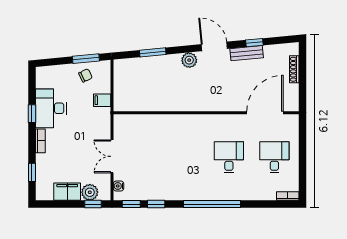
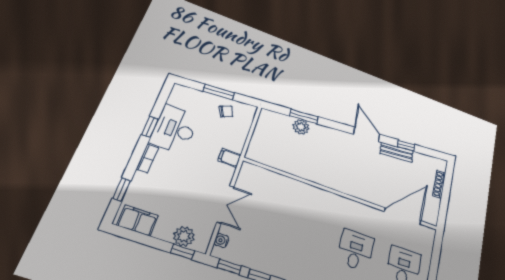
window: (86, 59) -> (219, 92), moved
plant: (189, 60) -> (301, 127), moved
filing cabinet: (102, 100) -> (229, 158), moved
double door: (112, 156) -> (225, 204), swing flipped
filing cabinet: (67, 192) -> (138, 220), moved

